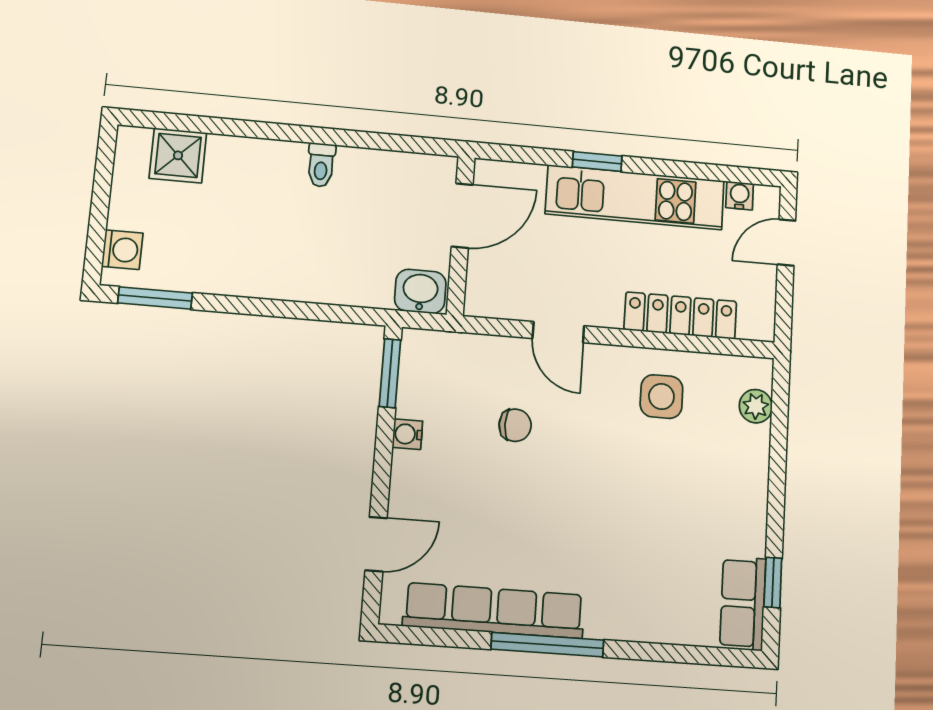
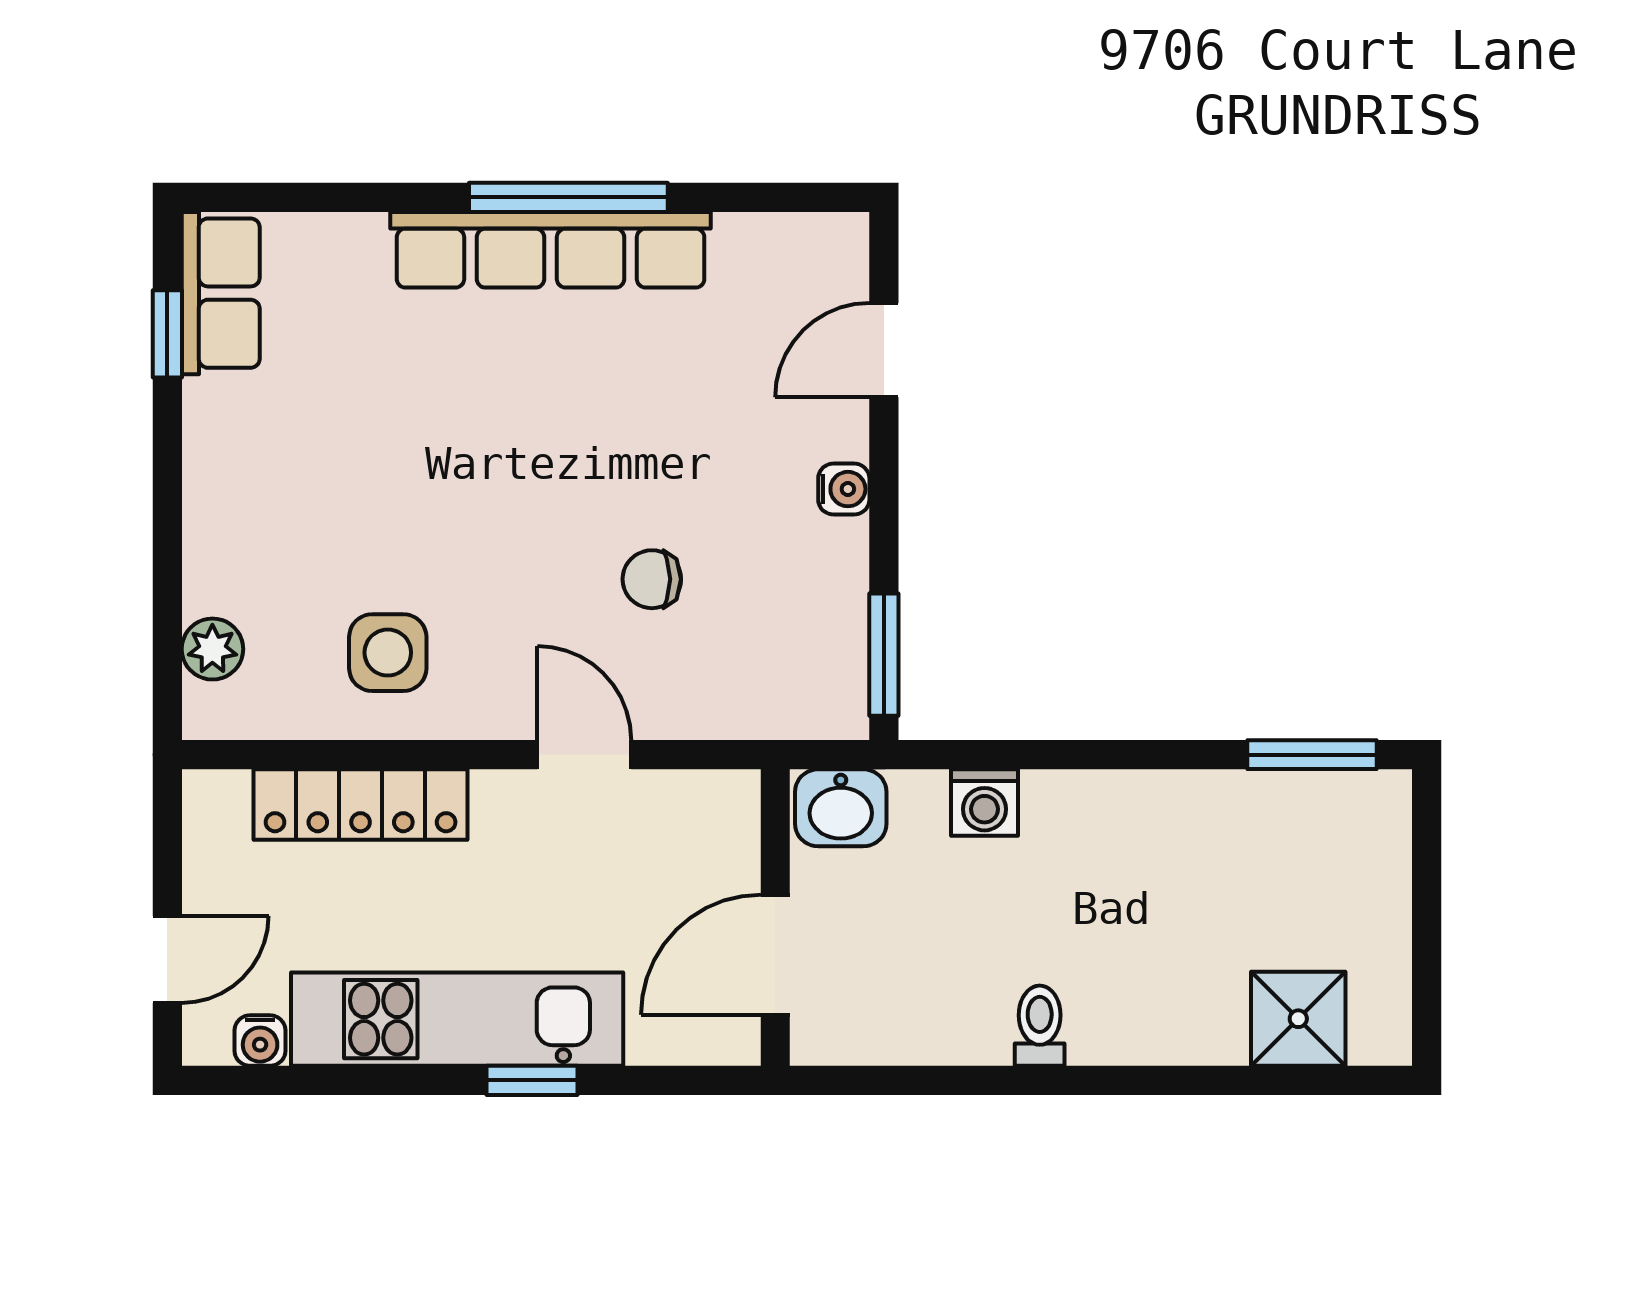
washing machine: (122, 250) -> (984, 803), moved, turned -90
water cooler: (407, 434) -> (844, 489), moved
row of seats: (494, 611) -> (551, 250), moved

